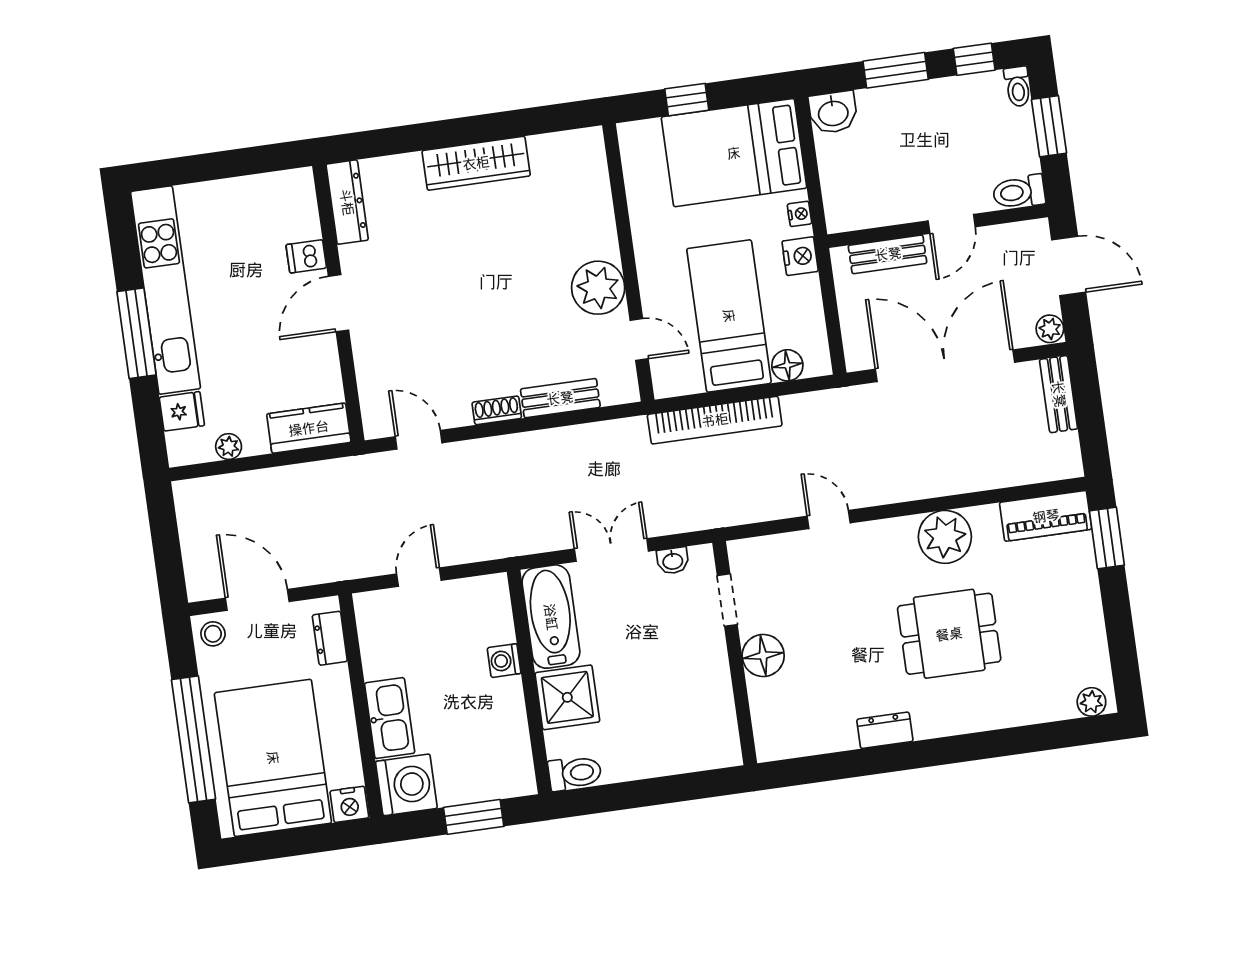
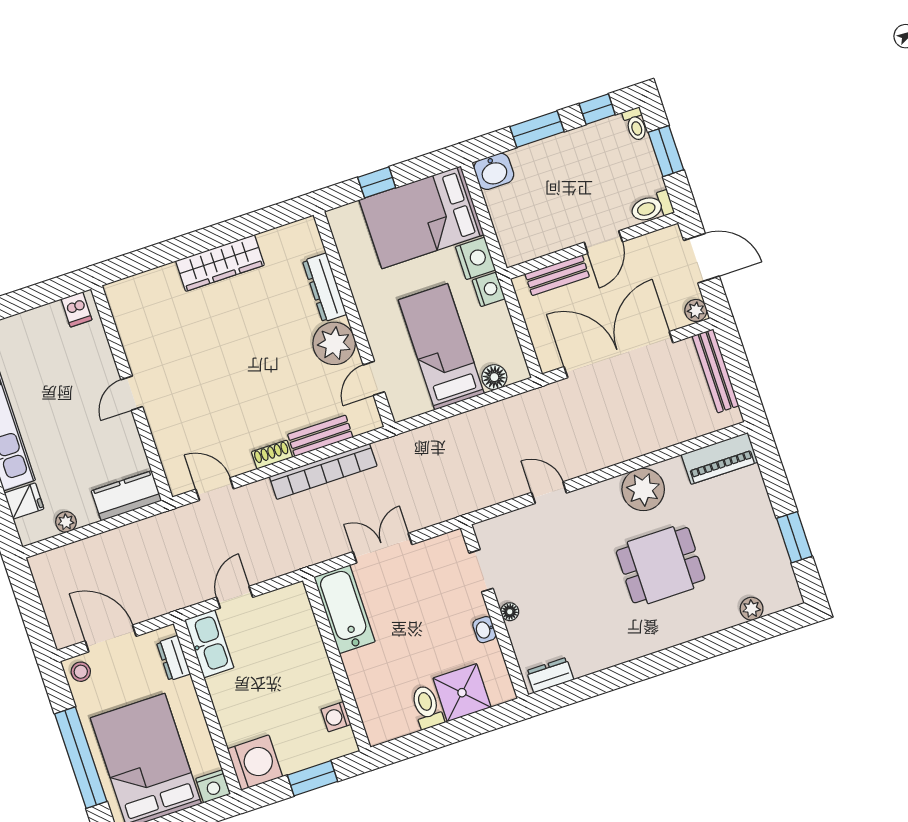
dresser: (347, 202) -> (324, 288), moved, turned 180
nightstand: (799, 214) -> (475, 258), width x1.89, depth x1.79
dishwasher: (306, 256) -> (77, 309), moved, turned -90
door: (338, 303) -> (132, 393), width x0.73
door: (639, 340) -> (374, 378), swing flipped
bench: (1059, 394) -> (716, 371), width x1.36
bookcase: (715, 420) -> (323, 471), moved
window: (1107, 538) -> (794, 537), moved
washbasin: (673, 561) -> (484, 630), moved, turned 90
floor lamp: (763, 655) -> (510, 612), width x0.53, depth x0.53
washing machine: (504, 661) -> (336, 717), moved
shower: (567, 697) -> (462, 693), moved
plant: (1091, 702) -> (752, 609), moved
kitchen sink: (390, 718) -> (209, 644), moved
dresser: (885, 730) -> (550, 675), moved
toilet: (575, 773) -> (427, 707), moved, turned -90

